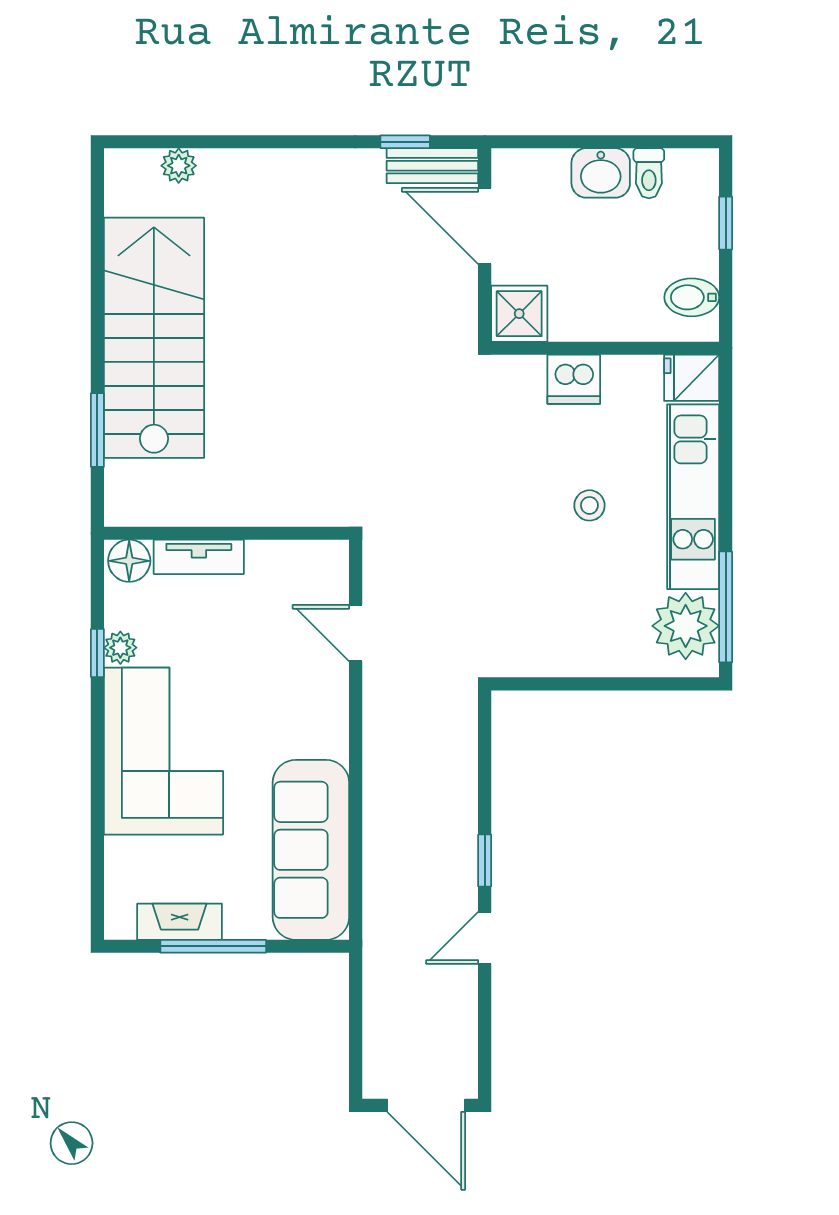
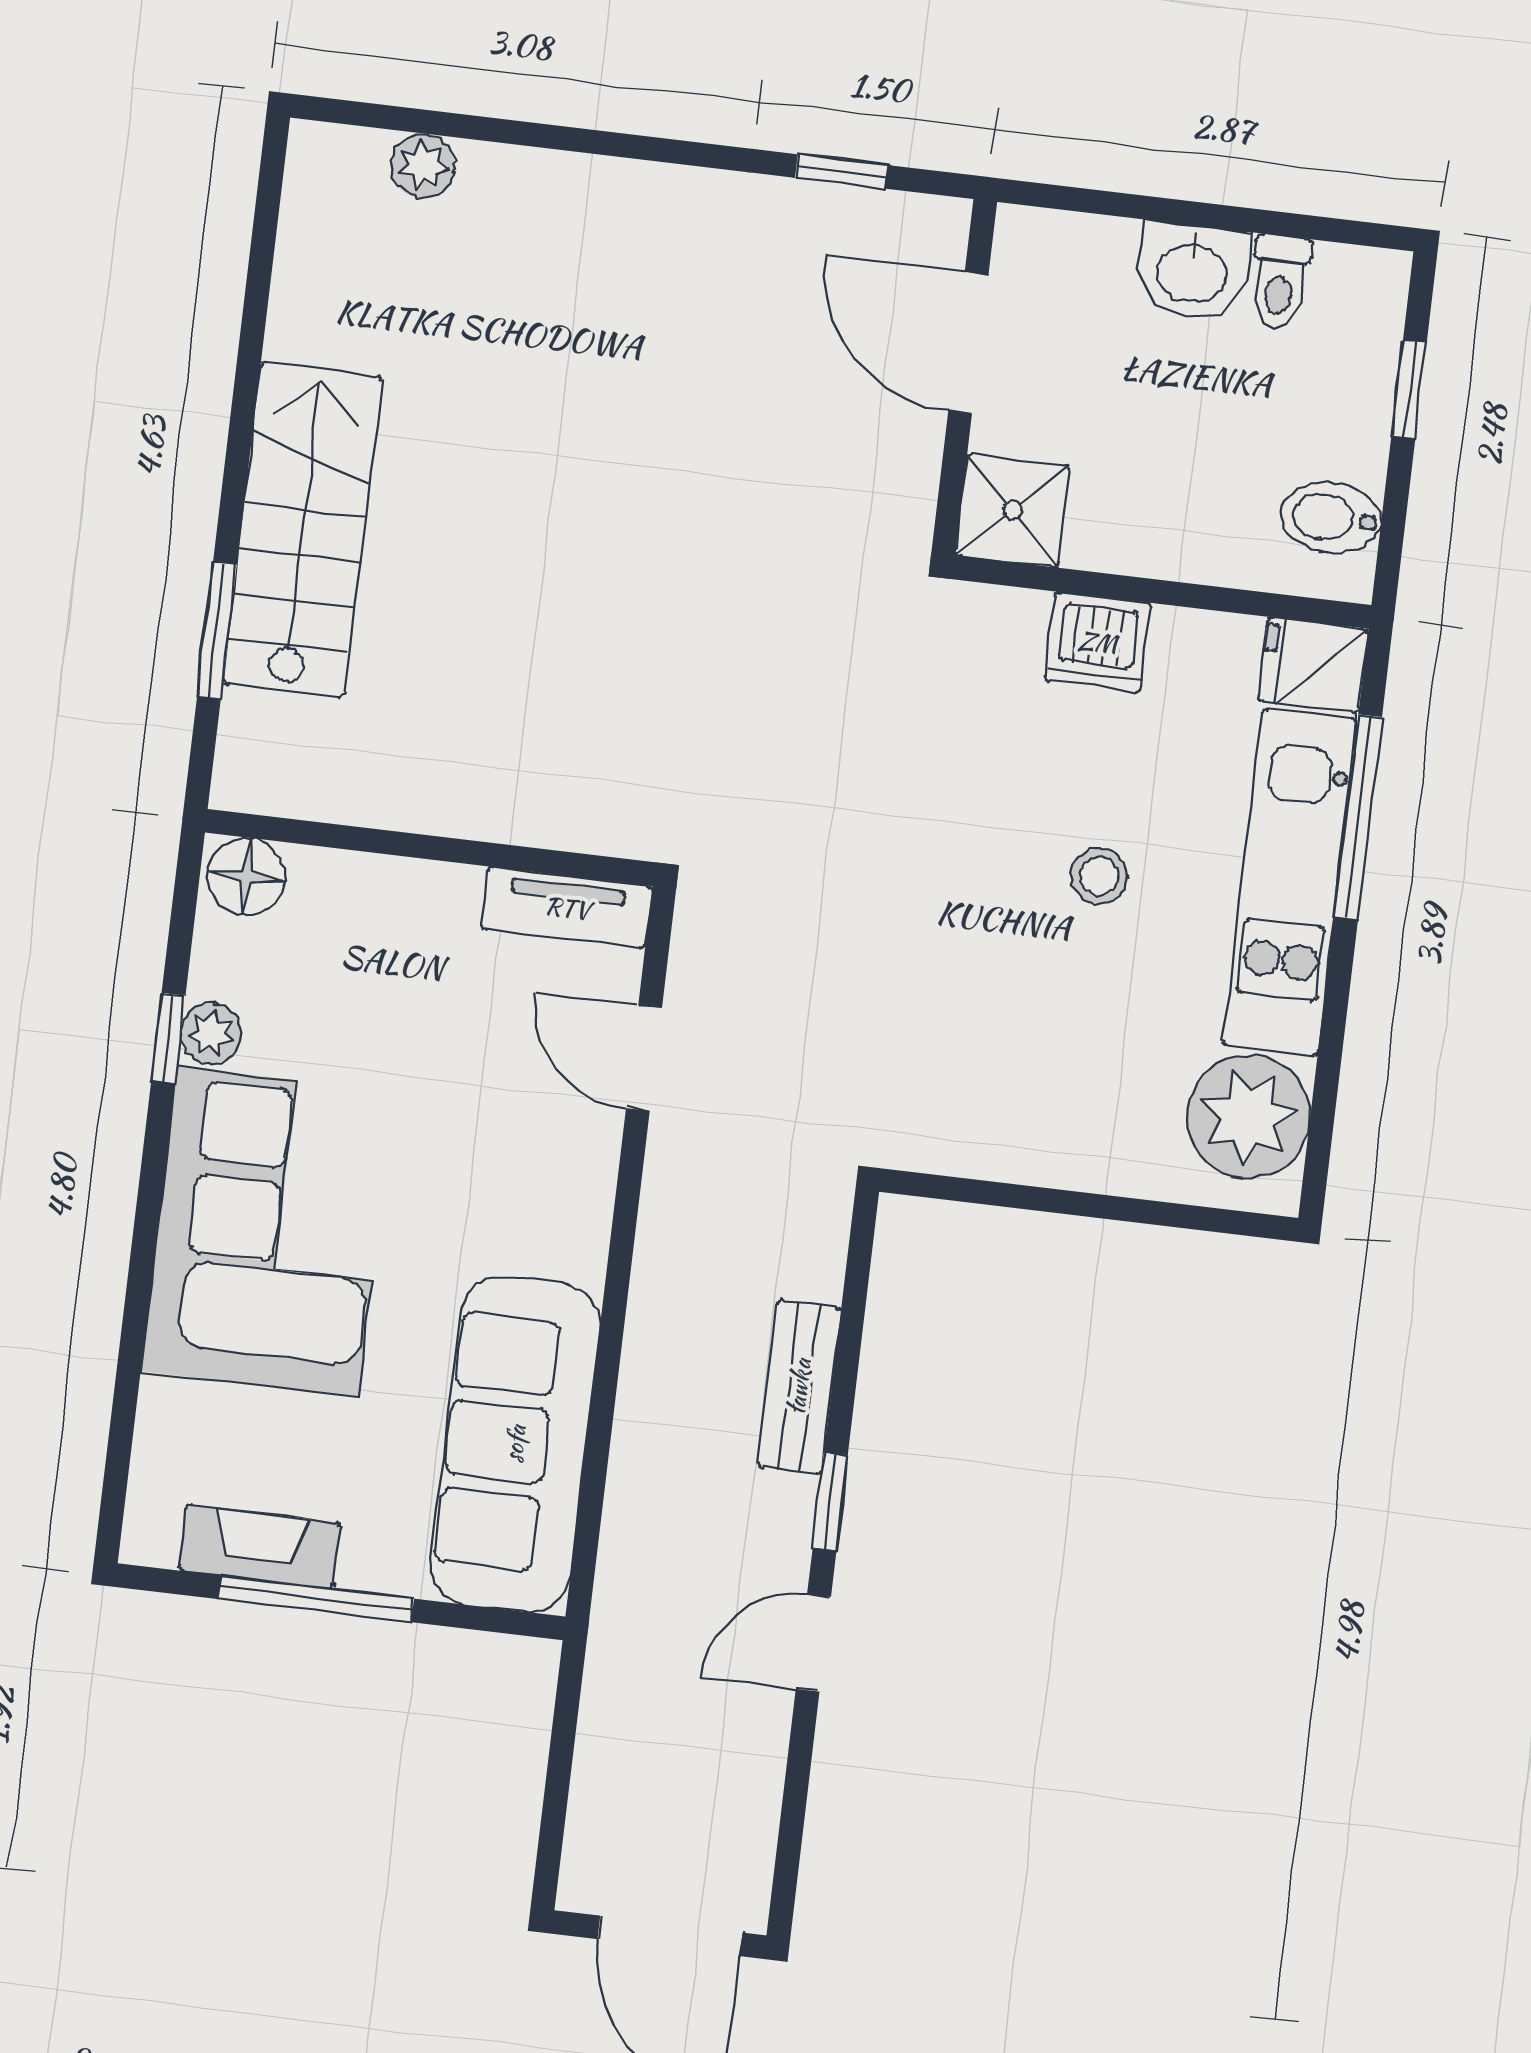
bench: (432, 166) -> (799, 1387), moved, turned 90
stairs: (154, 338) -> (302, 530), width x0.73, depth x0.66
tv unit: (199, 557) -> (567, 908), moved
window: (726, 607) -> (1358, 817), moved

